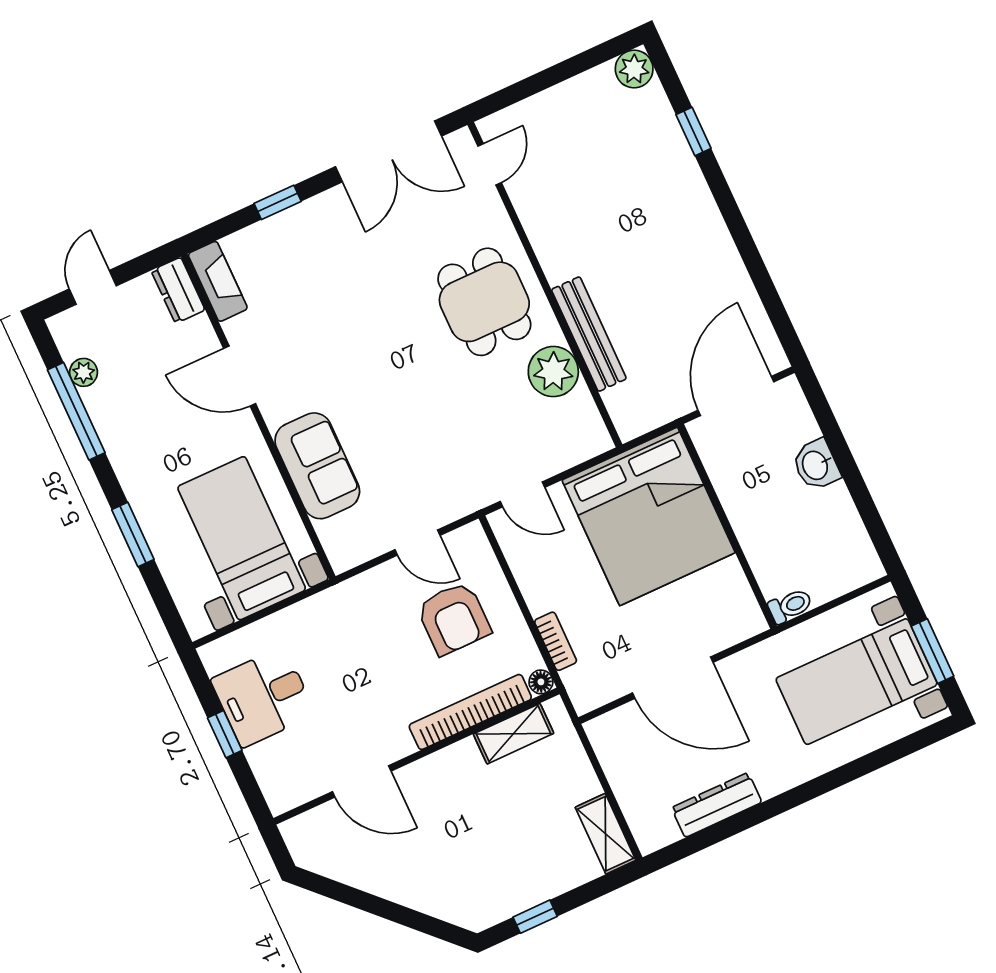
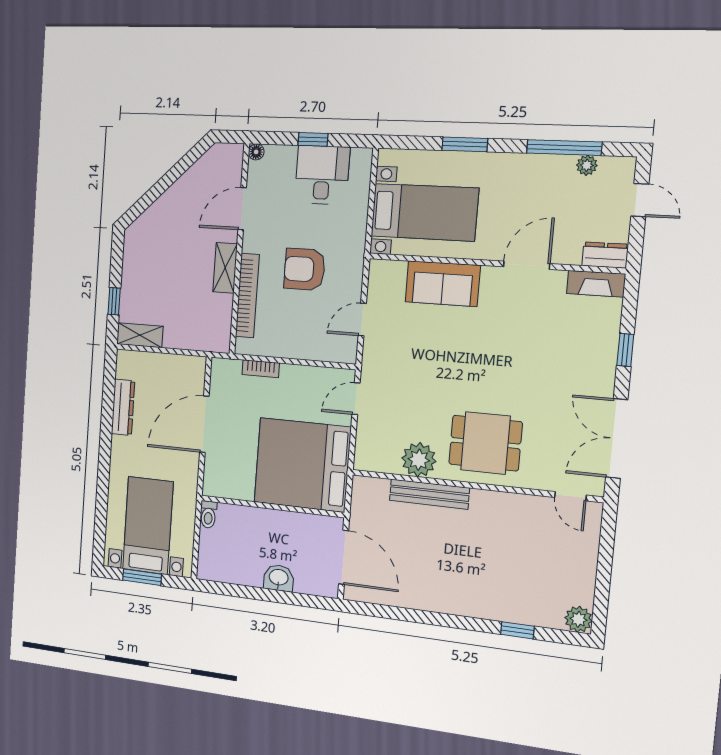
armchair: (454, 618) -> (305, 269), moved
floor lamp: (541, 682) -> (256, 152), moved
shelving: (514, 734) -> (225, 268), moved
window: (535, 917) -> (114, 301), moved

